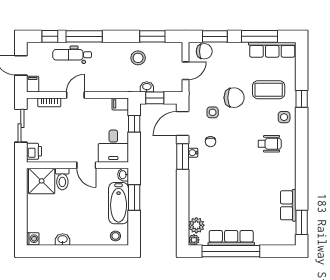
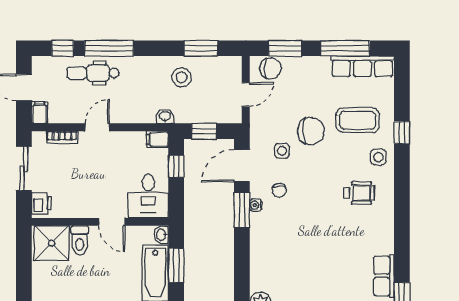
washbasin: (147, 87) -> (165, 116), moved

